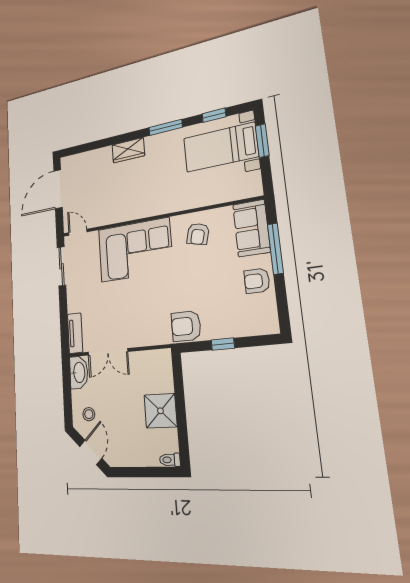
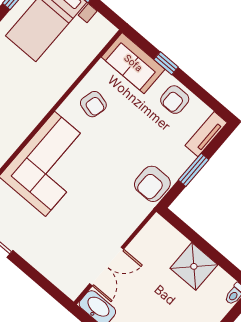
window: (275, 249) -> (166, 63), width x0.46
tv unit: (75, 333) -> (206, 134), moved, turned -90
window: (223, 344) -> (193, 170), width x1.50

